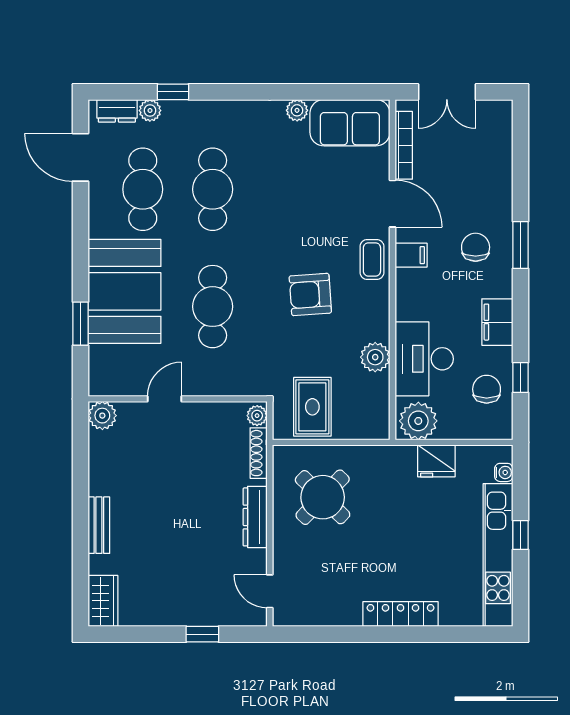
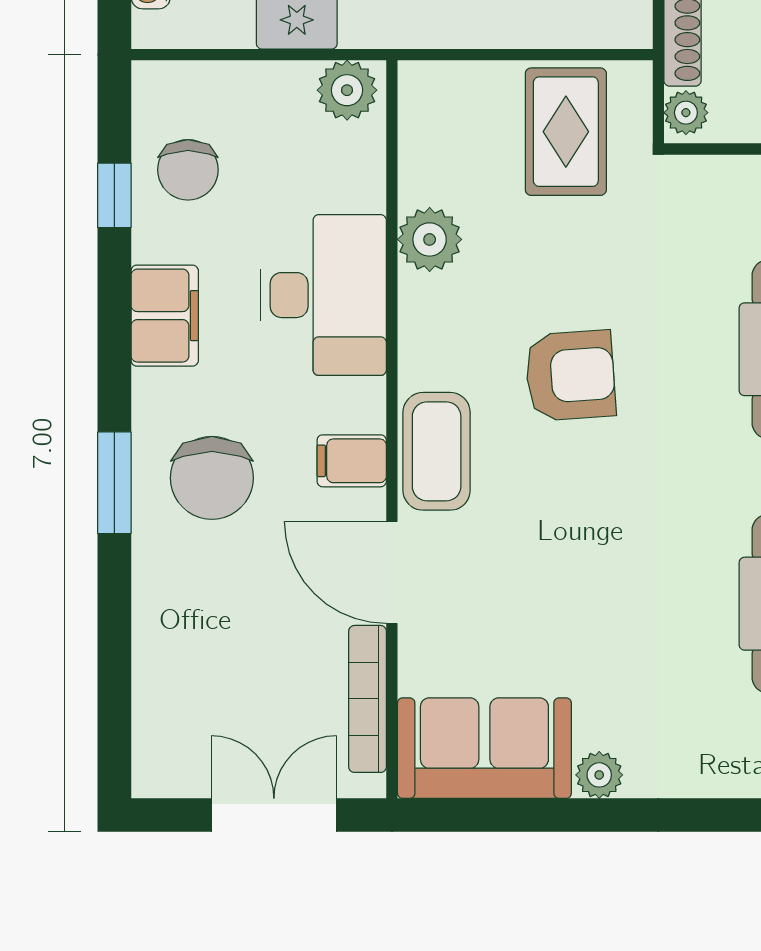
chair: (476, 247) -> (212, 478), width x1.37, depth x1.37
coffee table: (372, 259) -> (437, 451), width x1.36, depth x1.30
desk: (424, 359) -> (323, 295), moved
plant: (418, 421) -> (347, 90), width x0.73, depth x0.73

